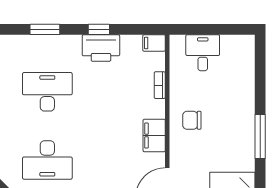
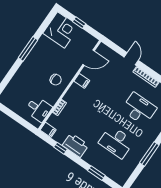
window: (99, 29) -> (60, 148), moved
desk: (203, 53) -> (39, 109), moved, turned -90
filing cabinet: (154, 136) -> (82, 81), width x0.50

